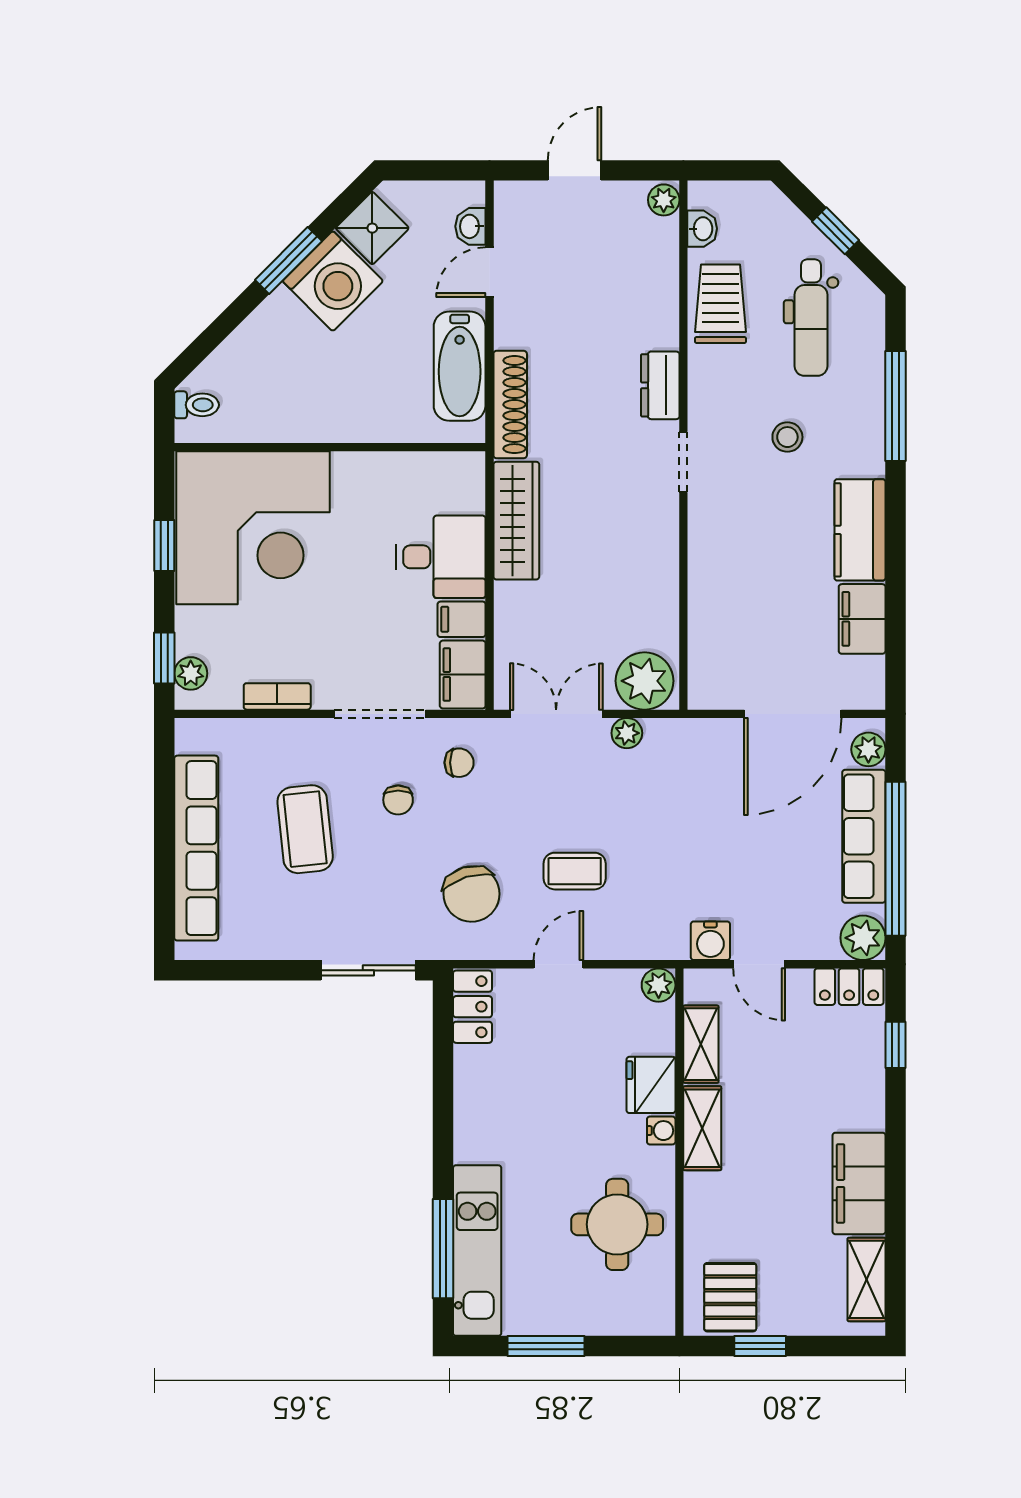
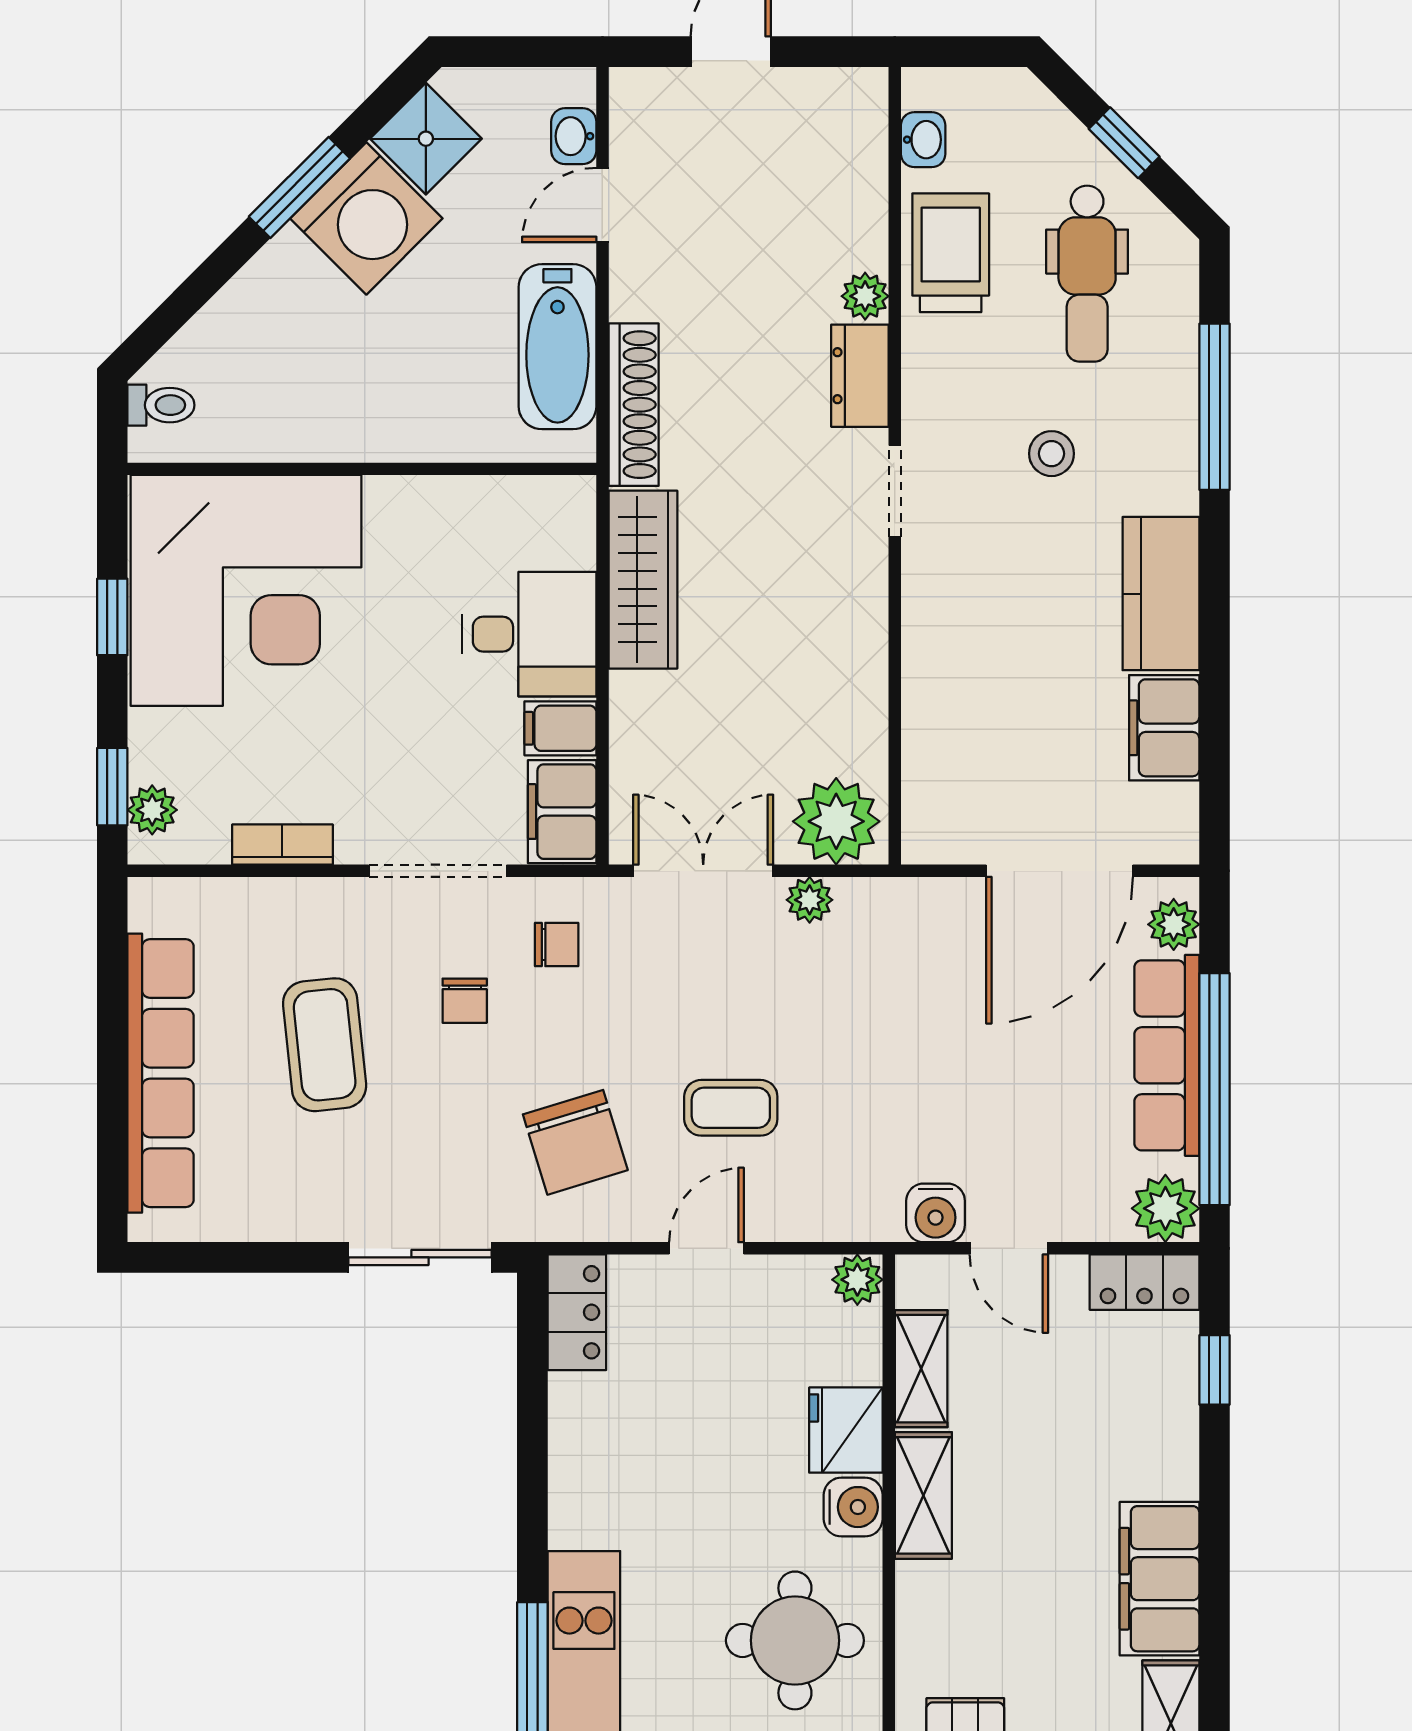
plant: (664, 200) -> (865, 296), moved
water cooler: (661, 1131) -> (853, 1507), width x1.38, depth x1.38

